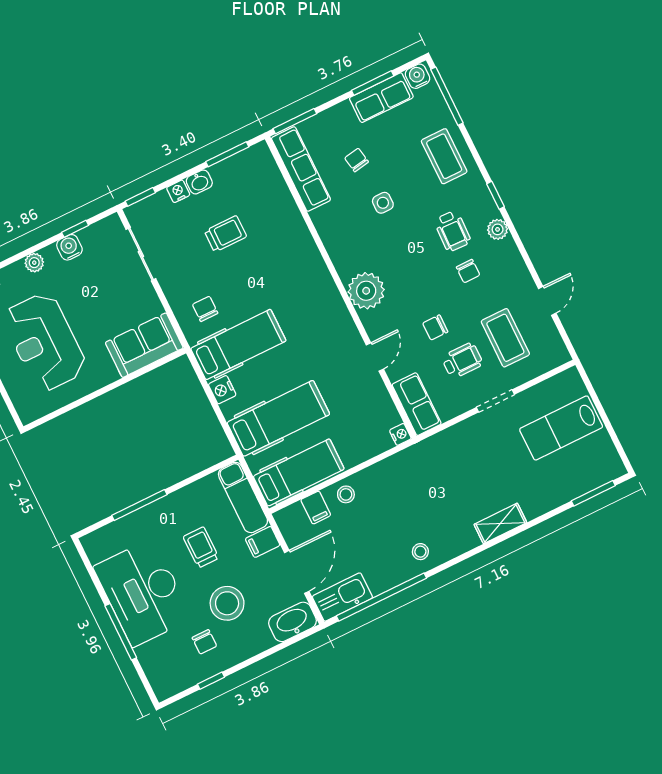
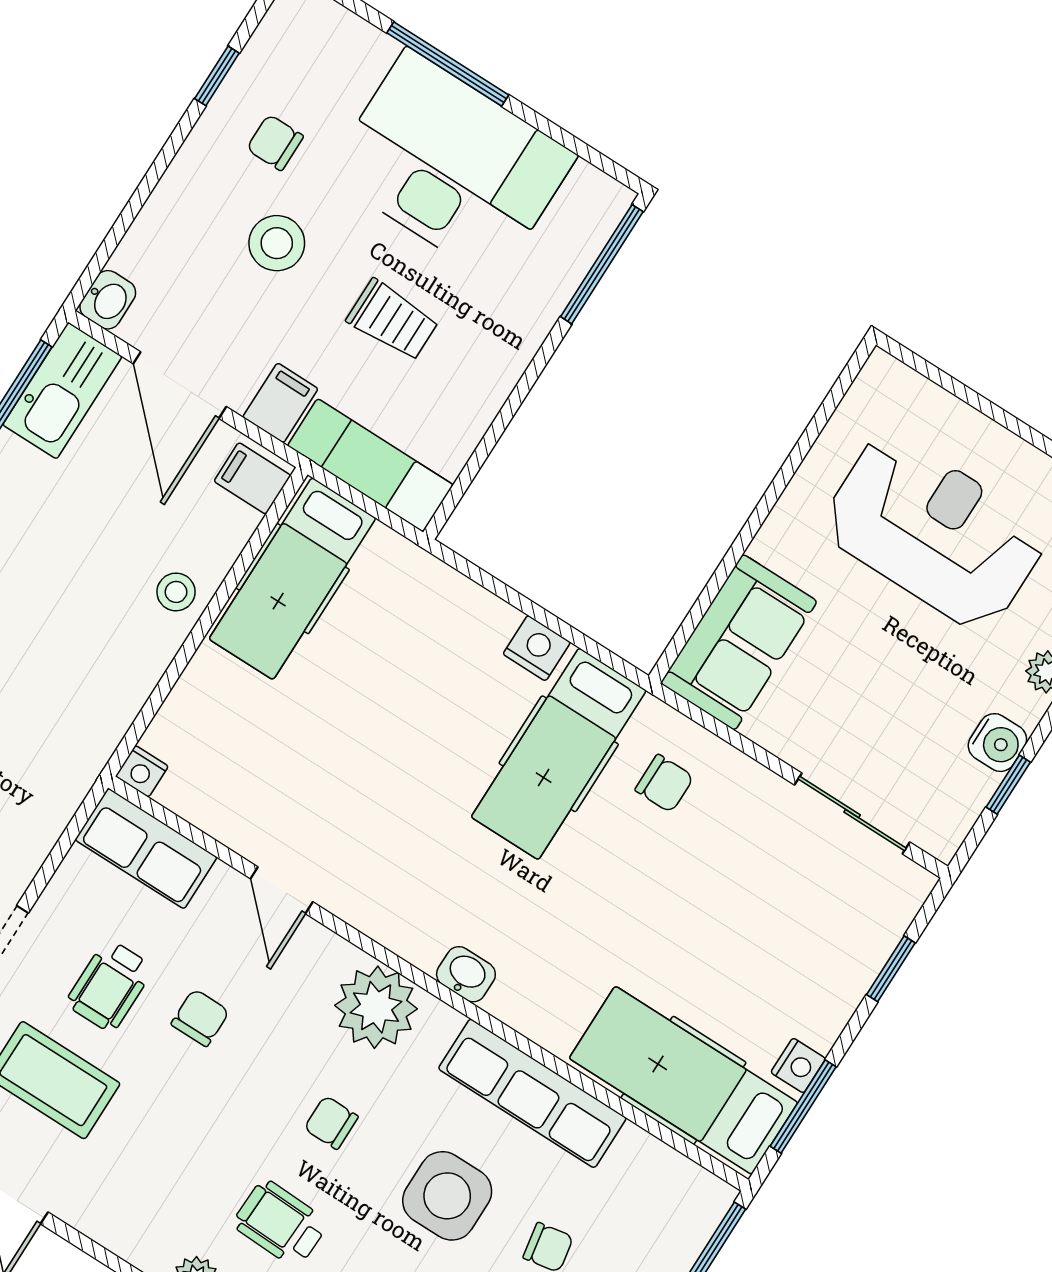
row of seats: (301, 169) -> (532, 1093), moved
washbasin: (199, 182) -> (466, 974), moved, turned 90
nightstand: (178, 191) -> (798, 1065), moved
window: (140, 197) -> (891, 969), moved
side table: (383, 203) -> (447, 1196), width x1.87, depth x1.87
trolley: (226, 234) -> (713, 952), removed
chair: (468, 271) -> (331, 1123), moved
hospital bed: (278, 418) -> (683, 1080), moved, turned 90
window: (139, 505) -> (602, 264), moved
filing cabinet: (316, 508) -> (252, 478), moved
stool: (227, 603) -> (277, 243), width x0.73, depth x0.73
washbasin: (293, 622) -> (108, 300), width x0.52, depth x0.69

